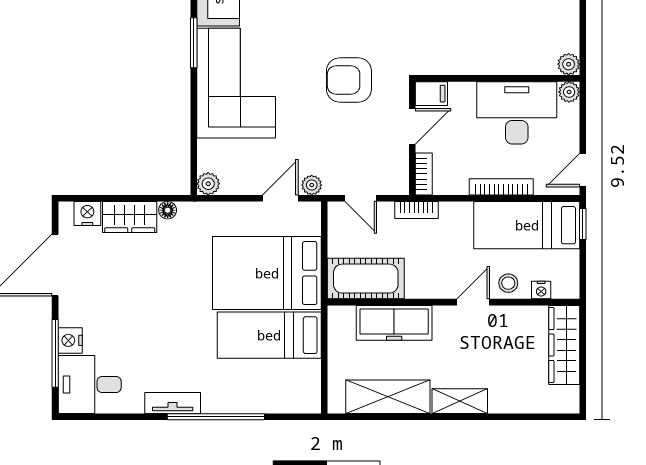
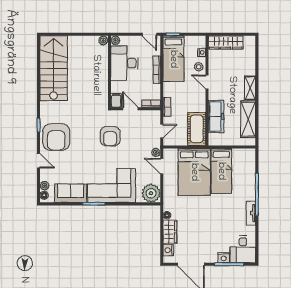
plant: (208, 184) -> (151, 193), width x1.87, depth x1.87

